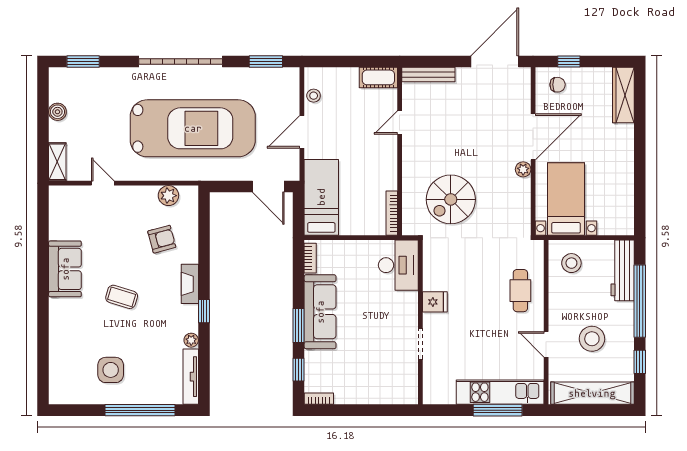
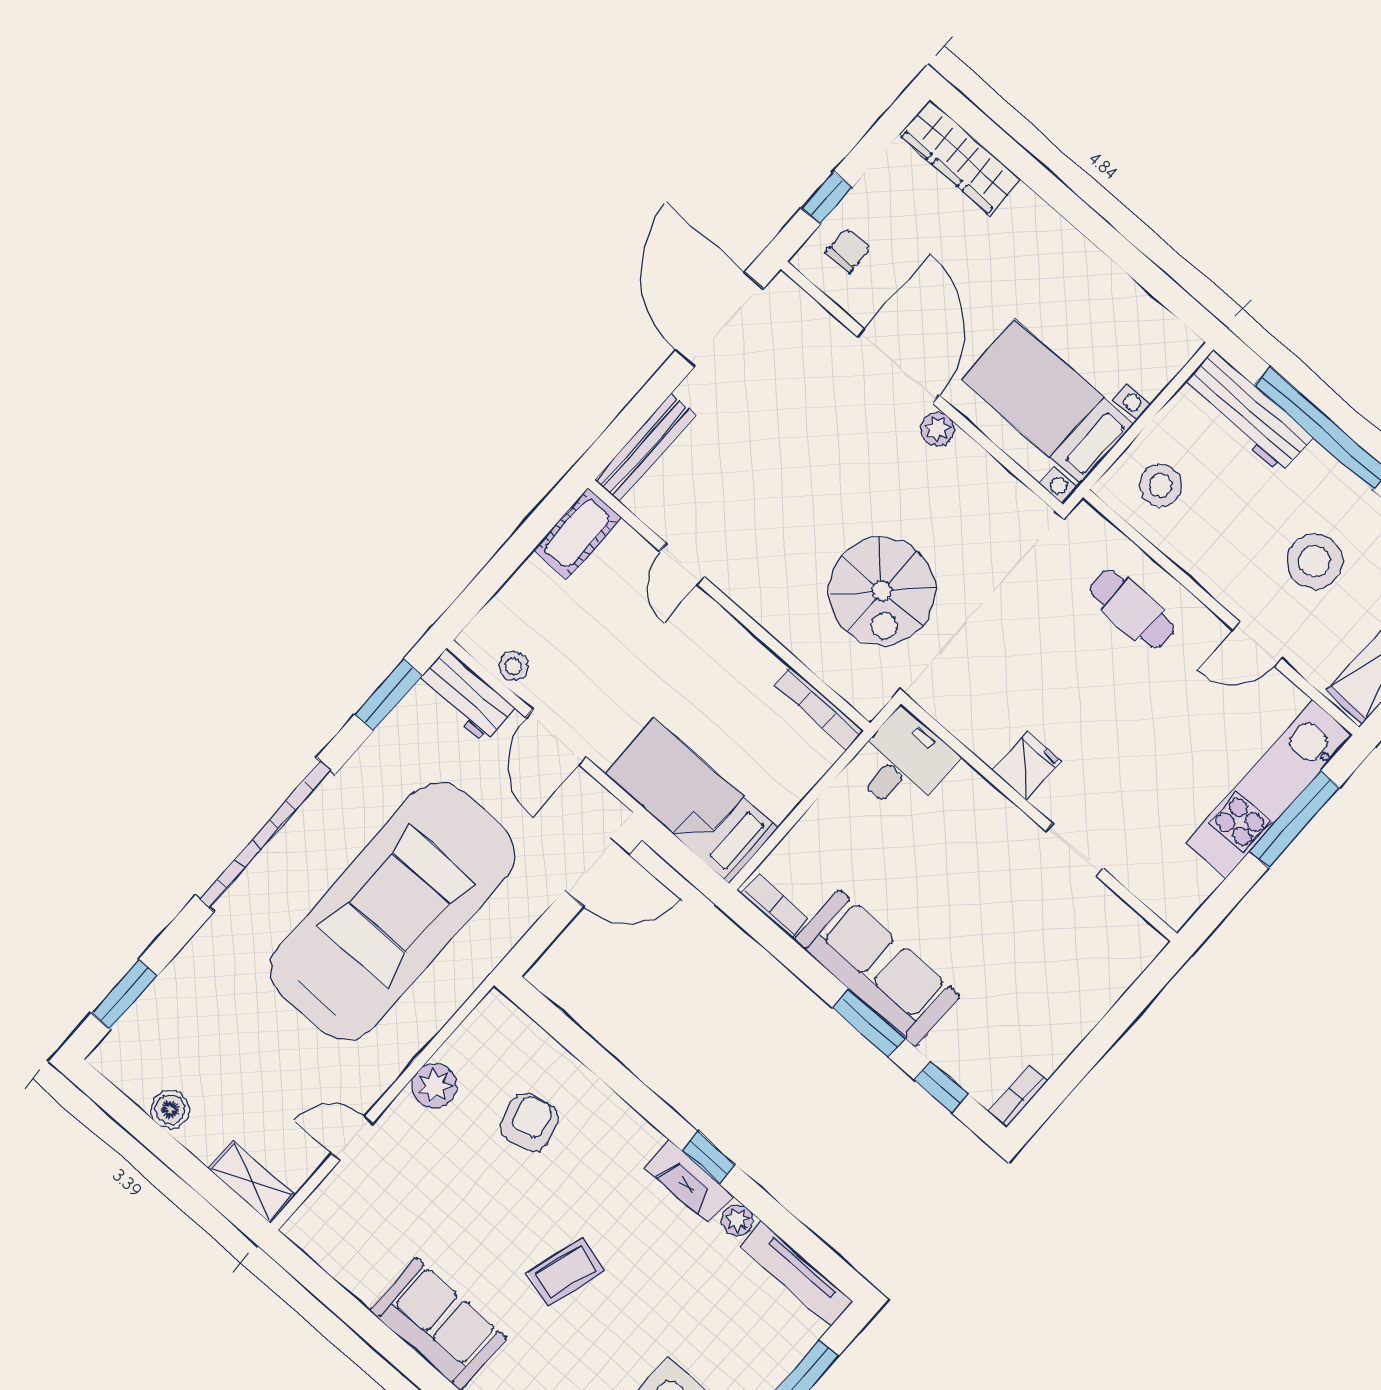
workbench: (289, 88) -> (465, 696), added
plant: (168, 196) -> (434, 1086), moved
desk: (398, 265) -> (903, 762), width x0.73
fireplace: (190, 284) -> (689, 1182), moved

